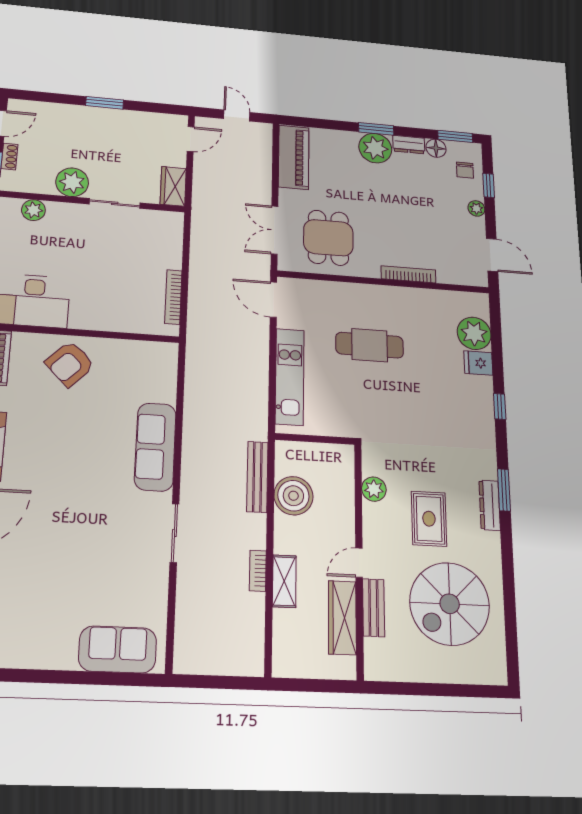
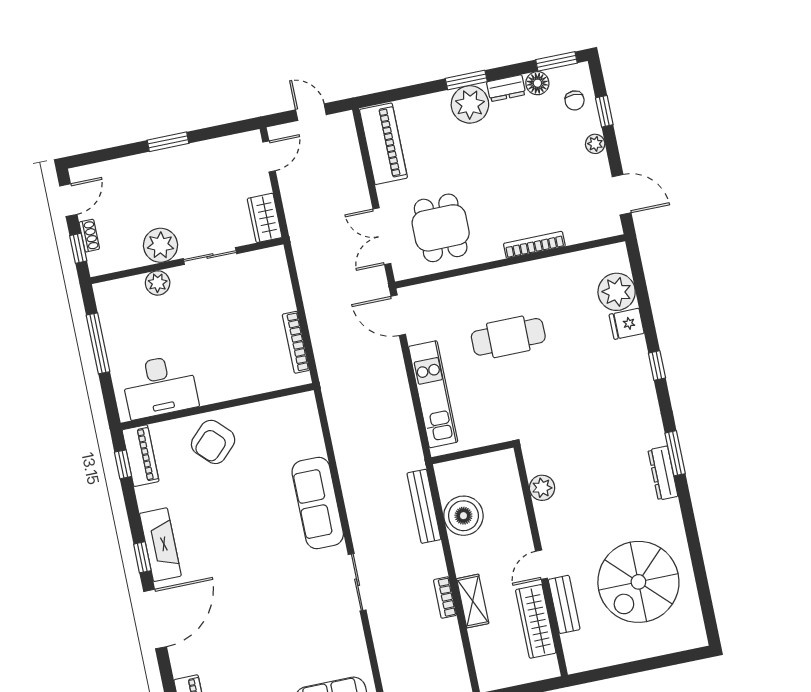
plant: (33, 210) -> (158, 283), moved
rug: (429, 519) -> (603, 503), removed

